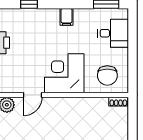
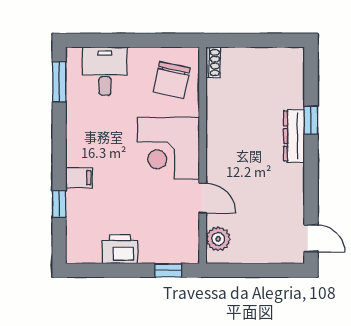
filing cabinet: (67, 17) -> (79, 178), moved
chair: (107, 75) -> (172, 80), turned 102

